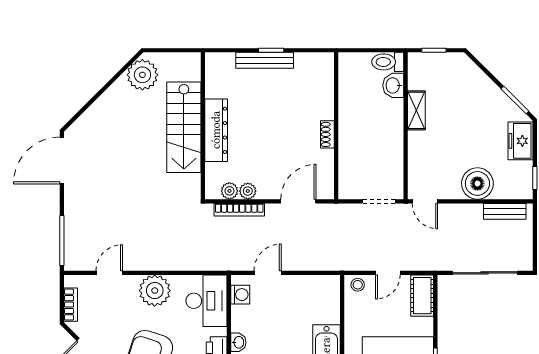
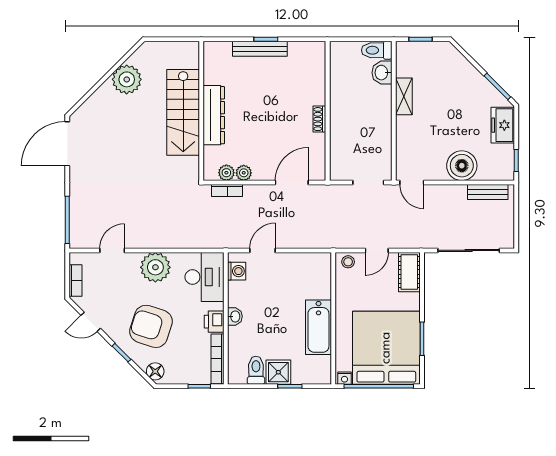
plant: (142, 75) -> (127, 79), moved
bookcase: (239, 210) -> (227, 191), width x0.64

